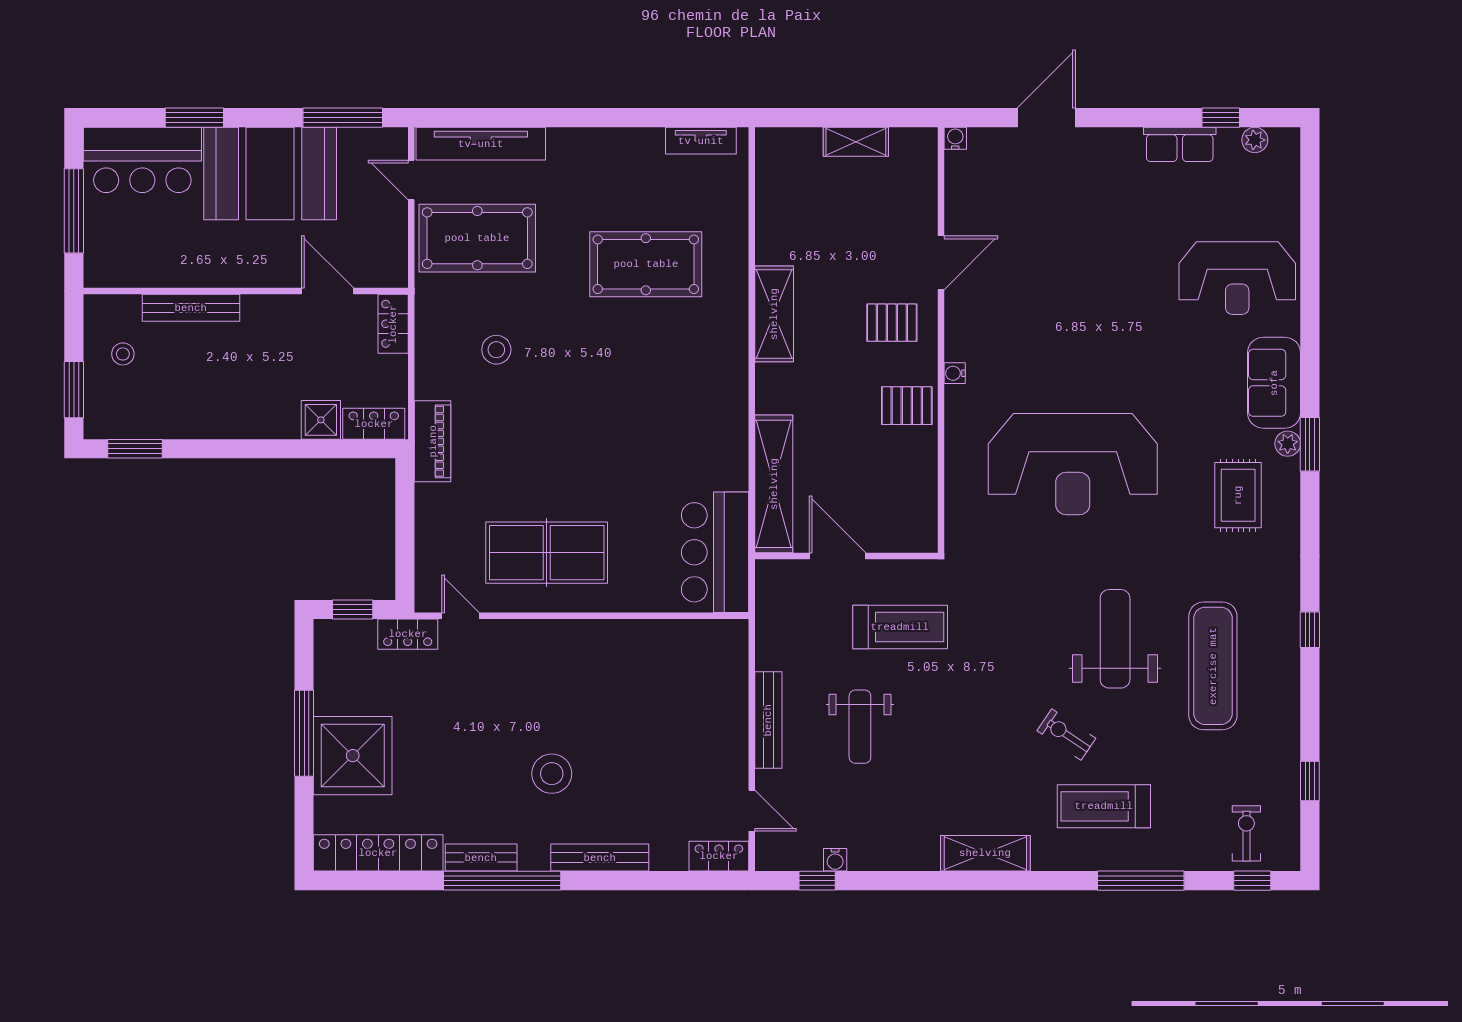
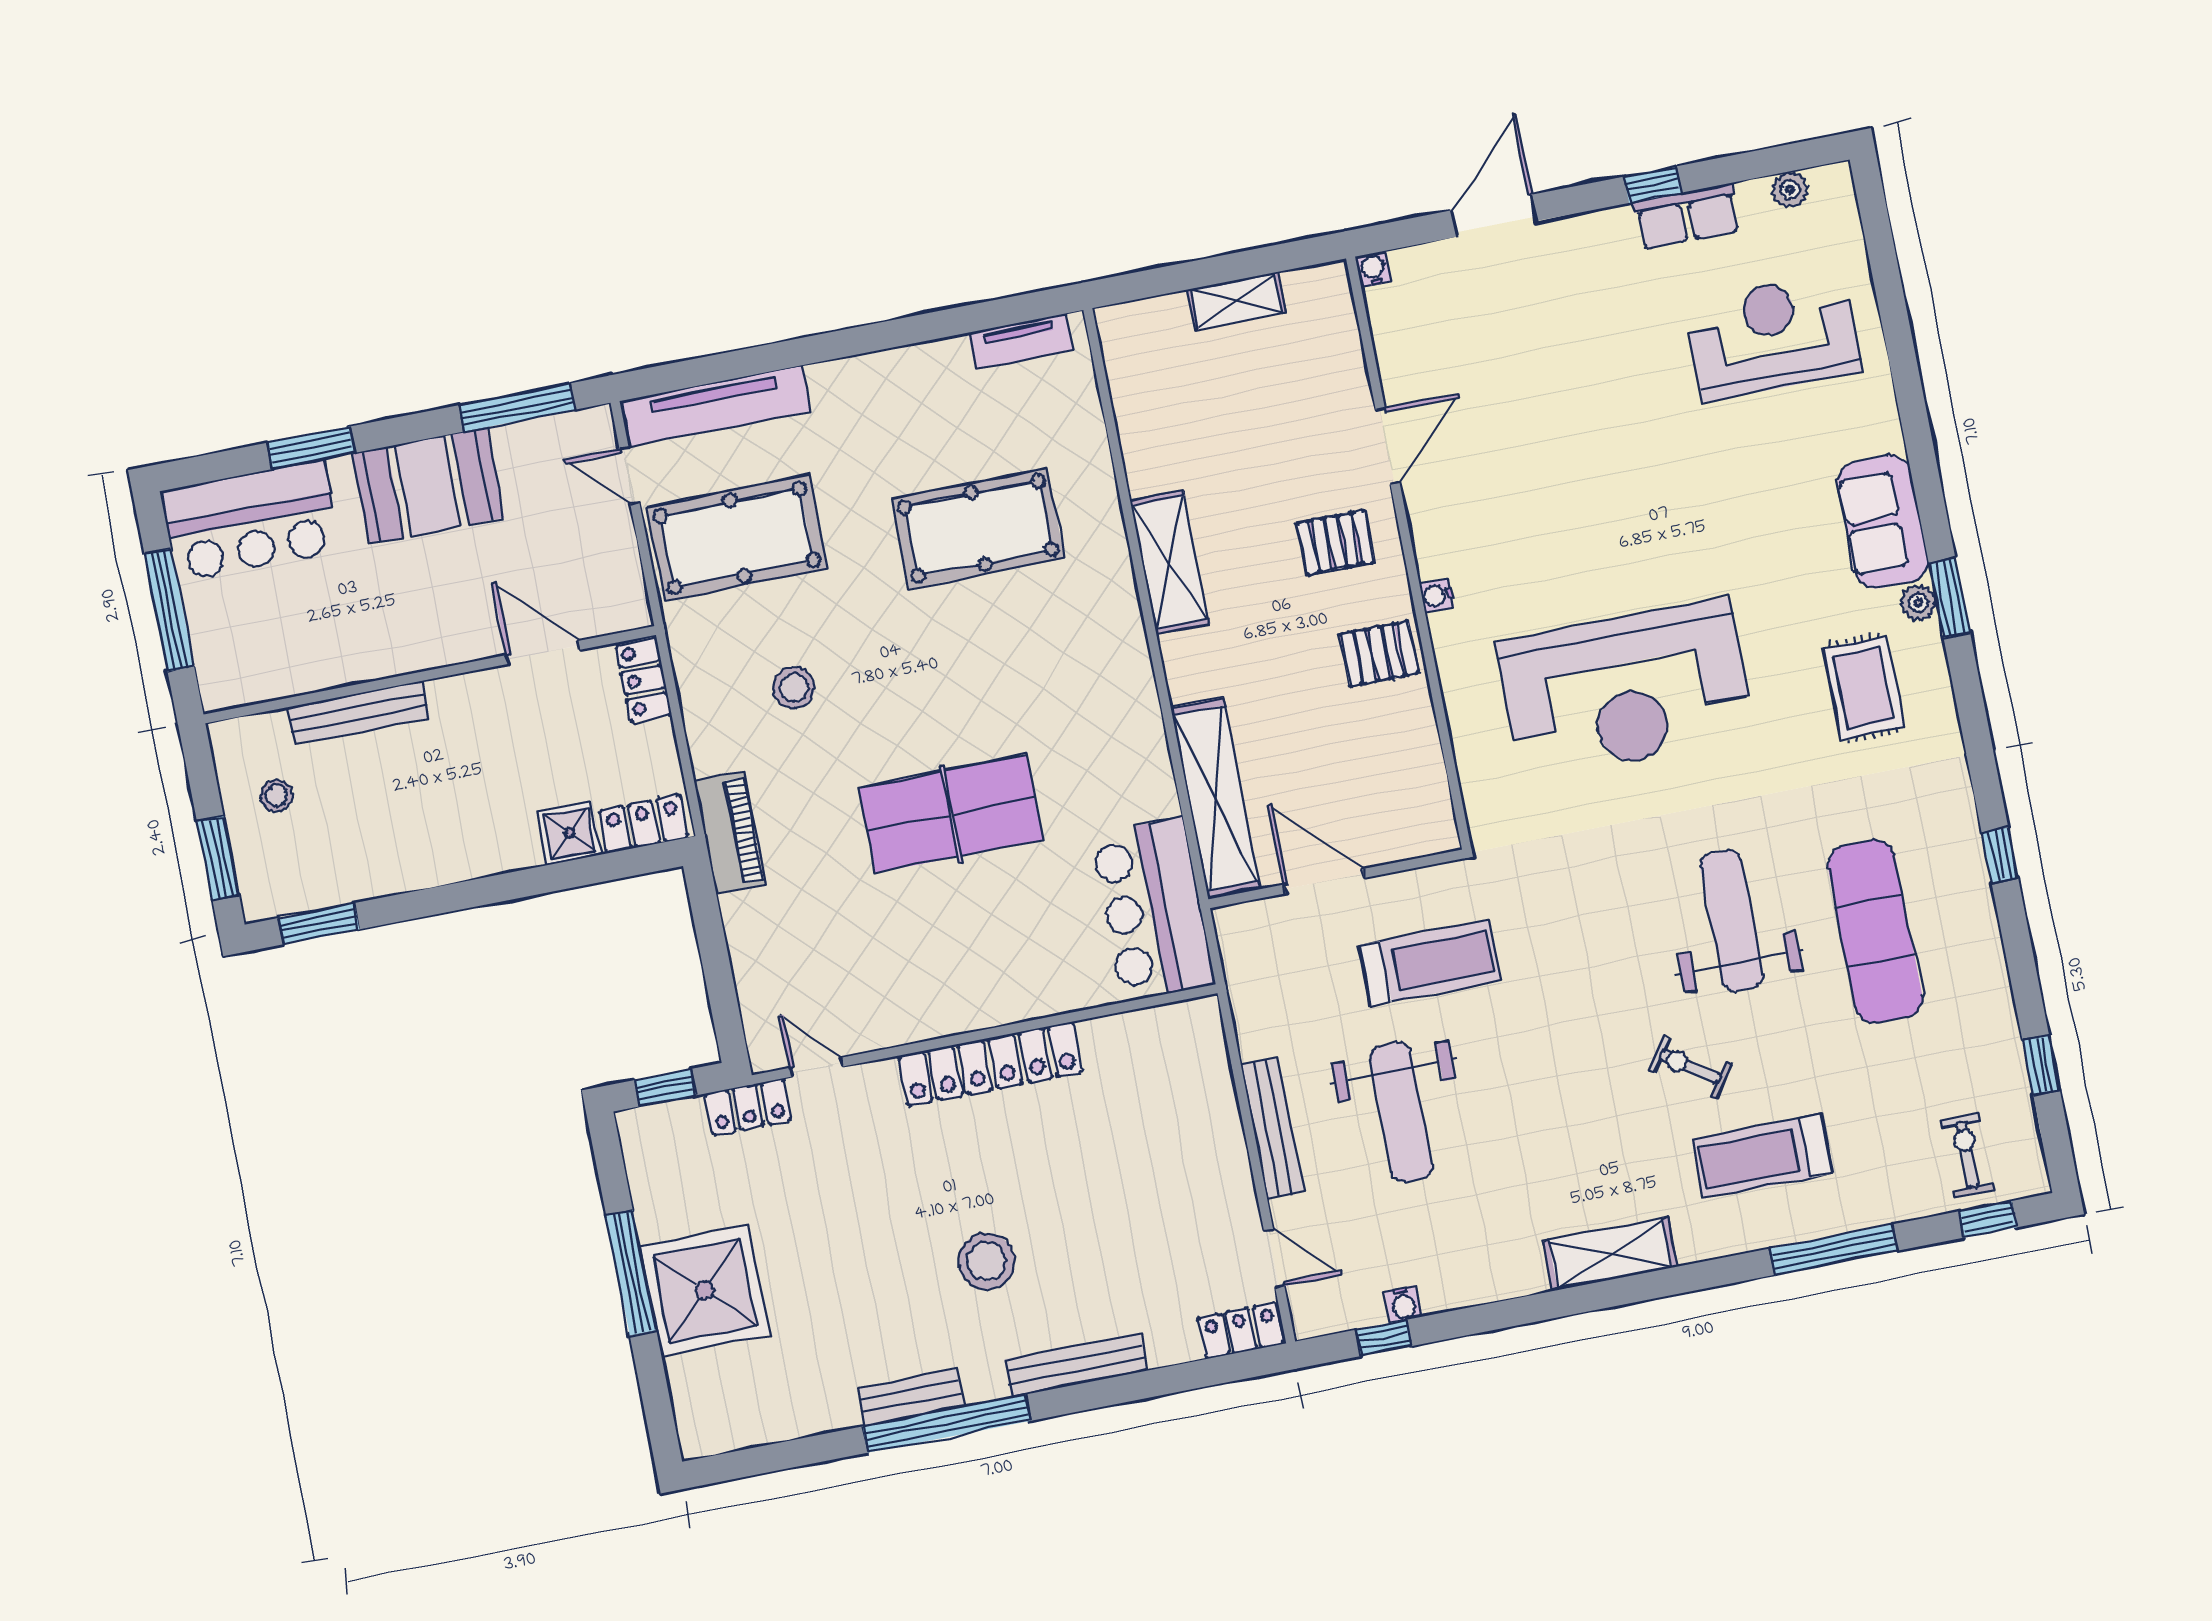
window: (1221, 118) -> (1653, 185), moved
booth: (270, 174) -> (428, 486), width x0.73, depth x0.70
reception desk: (1237, 278) -> (1773, 336), moved, turned 180
table tennis table: (547, 553) -> (951, 814), moved
weight bench: (860, 727) -> (1401, 1112), width x1.36, depth x1.33
locker: (378, 853) -> (990, 1064), moved, turned 180

